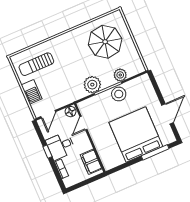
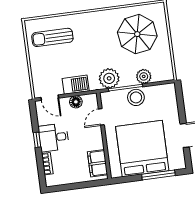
barbecue: (32, 92) -> (76, 85), moved, turned -90
door: (48, 114) -> (50, 98), hinge flipped
door: (83, 123) -> (101, 117), moved
wall: (90, 138) -> (104, 136), moved
filing cabinet: (91, 162) -> (98, 163), moved

